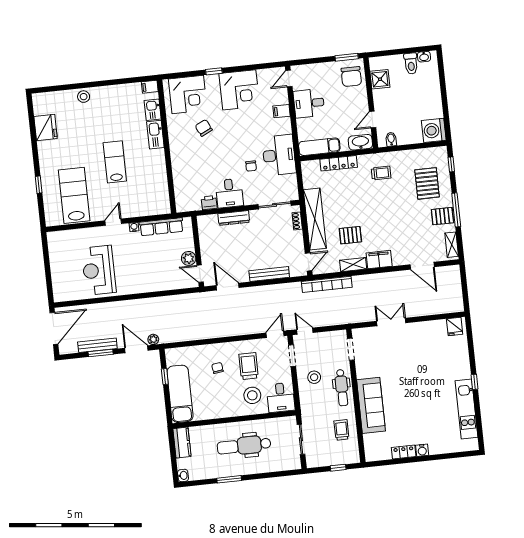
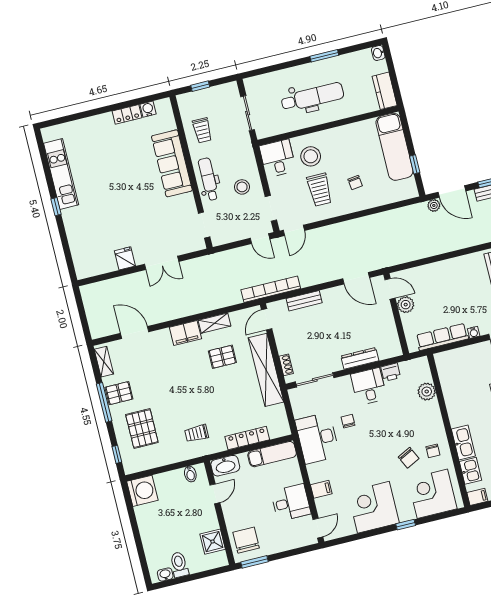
chair: (182, 131) -> (433, 451), added
plant: (181, 182) -> (427, 392), added
bench: (269, 274) -> (304, 301), width x0.73
bookcase: (327, 284) -> (271, 289), moved
fridge: (455, 327) -> (125, 258), moved
water cooler: (422, 450) -> (148, 109), moved

